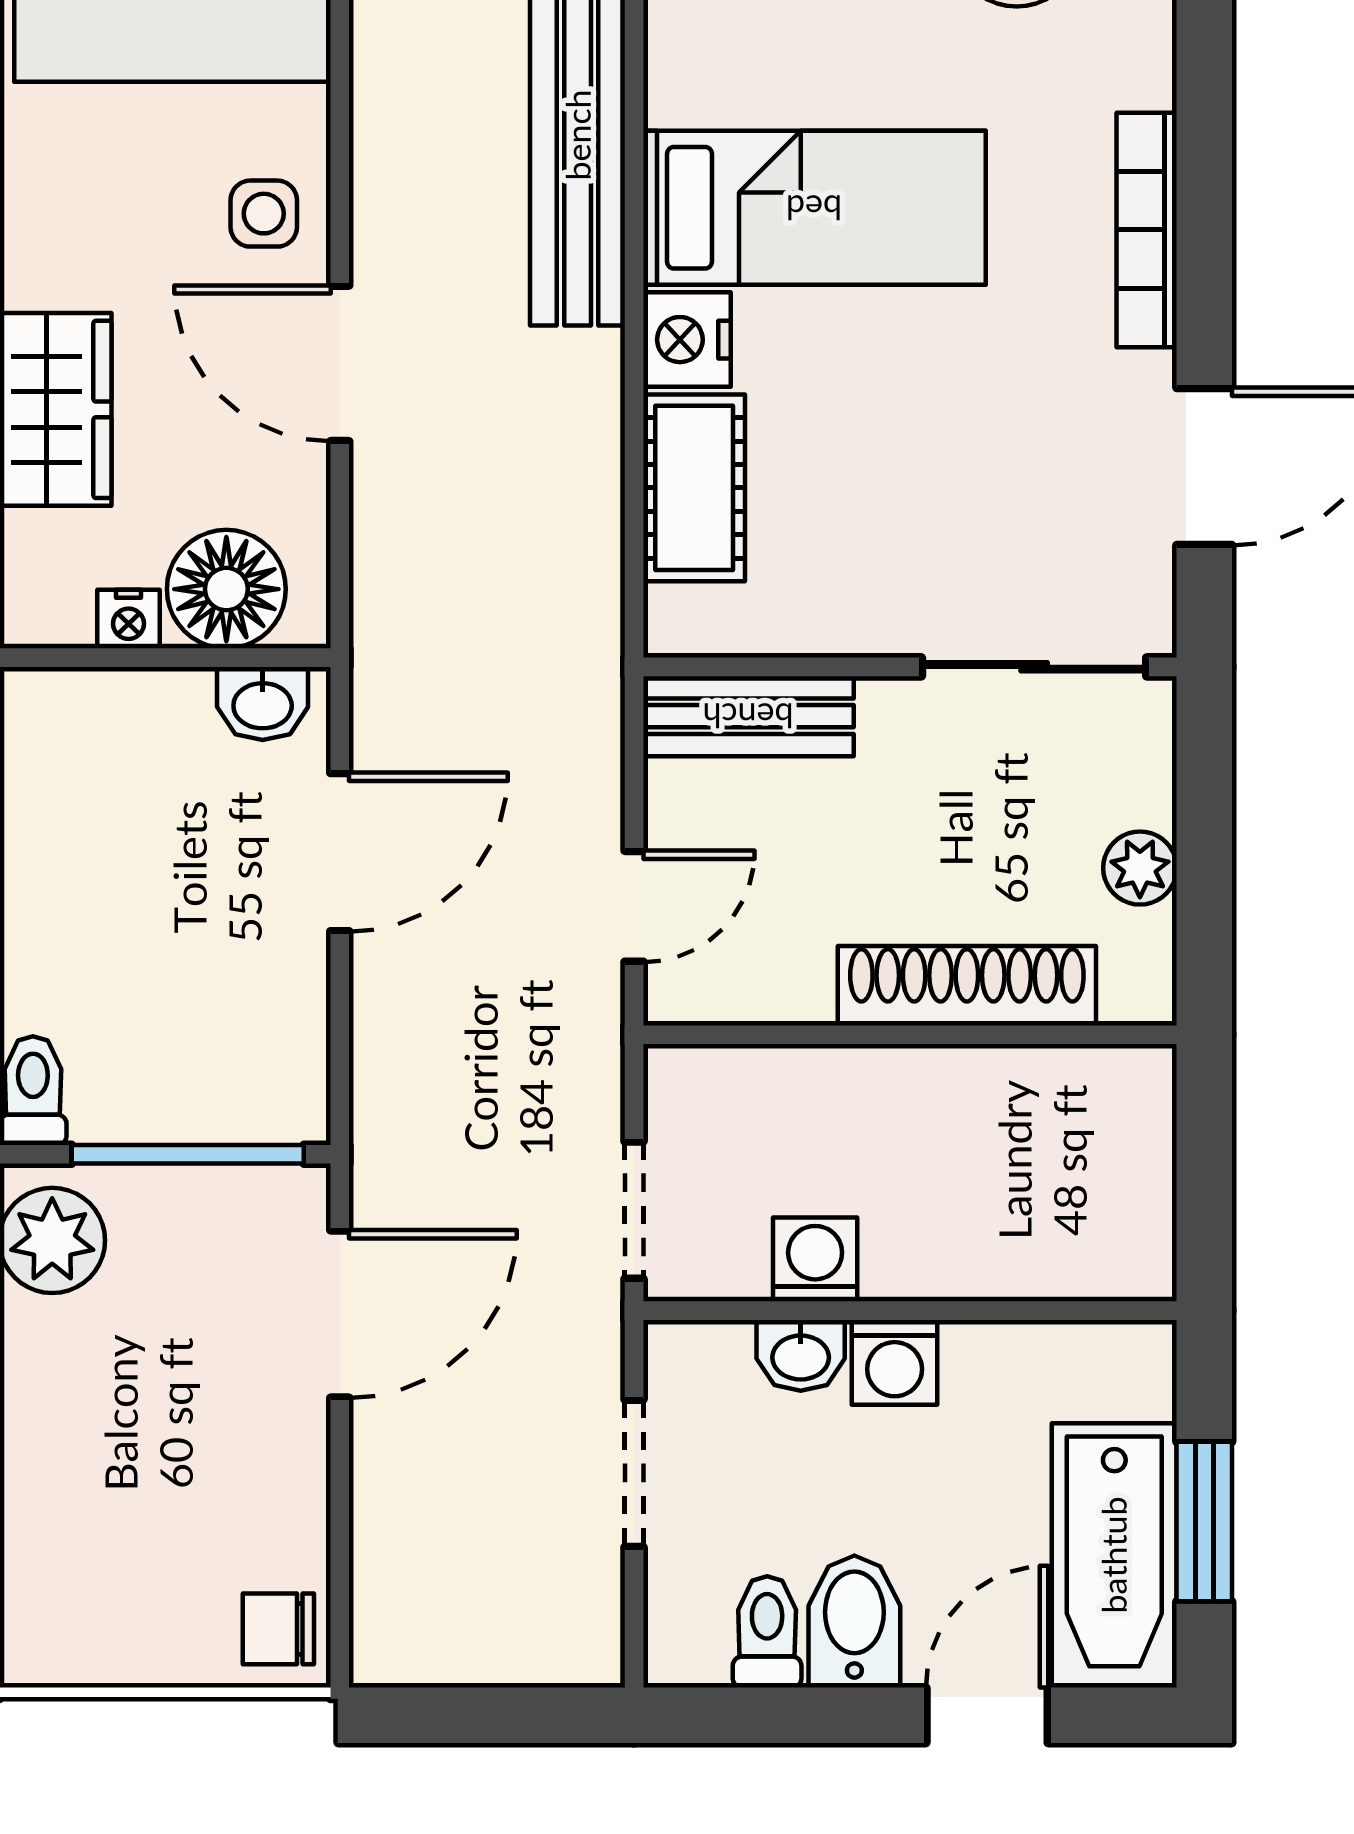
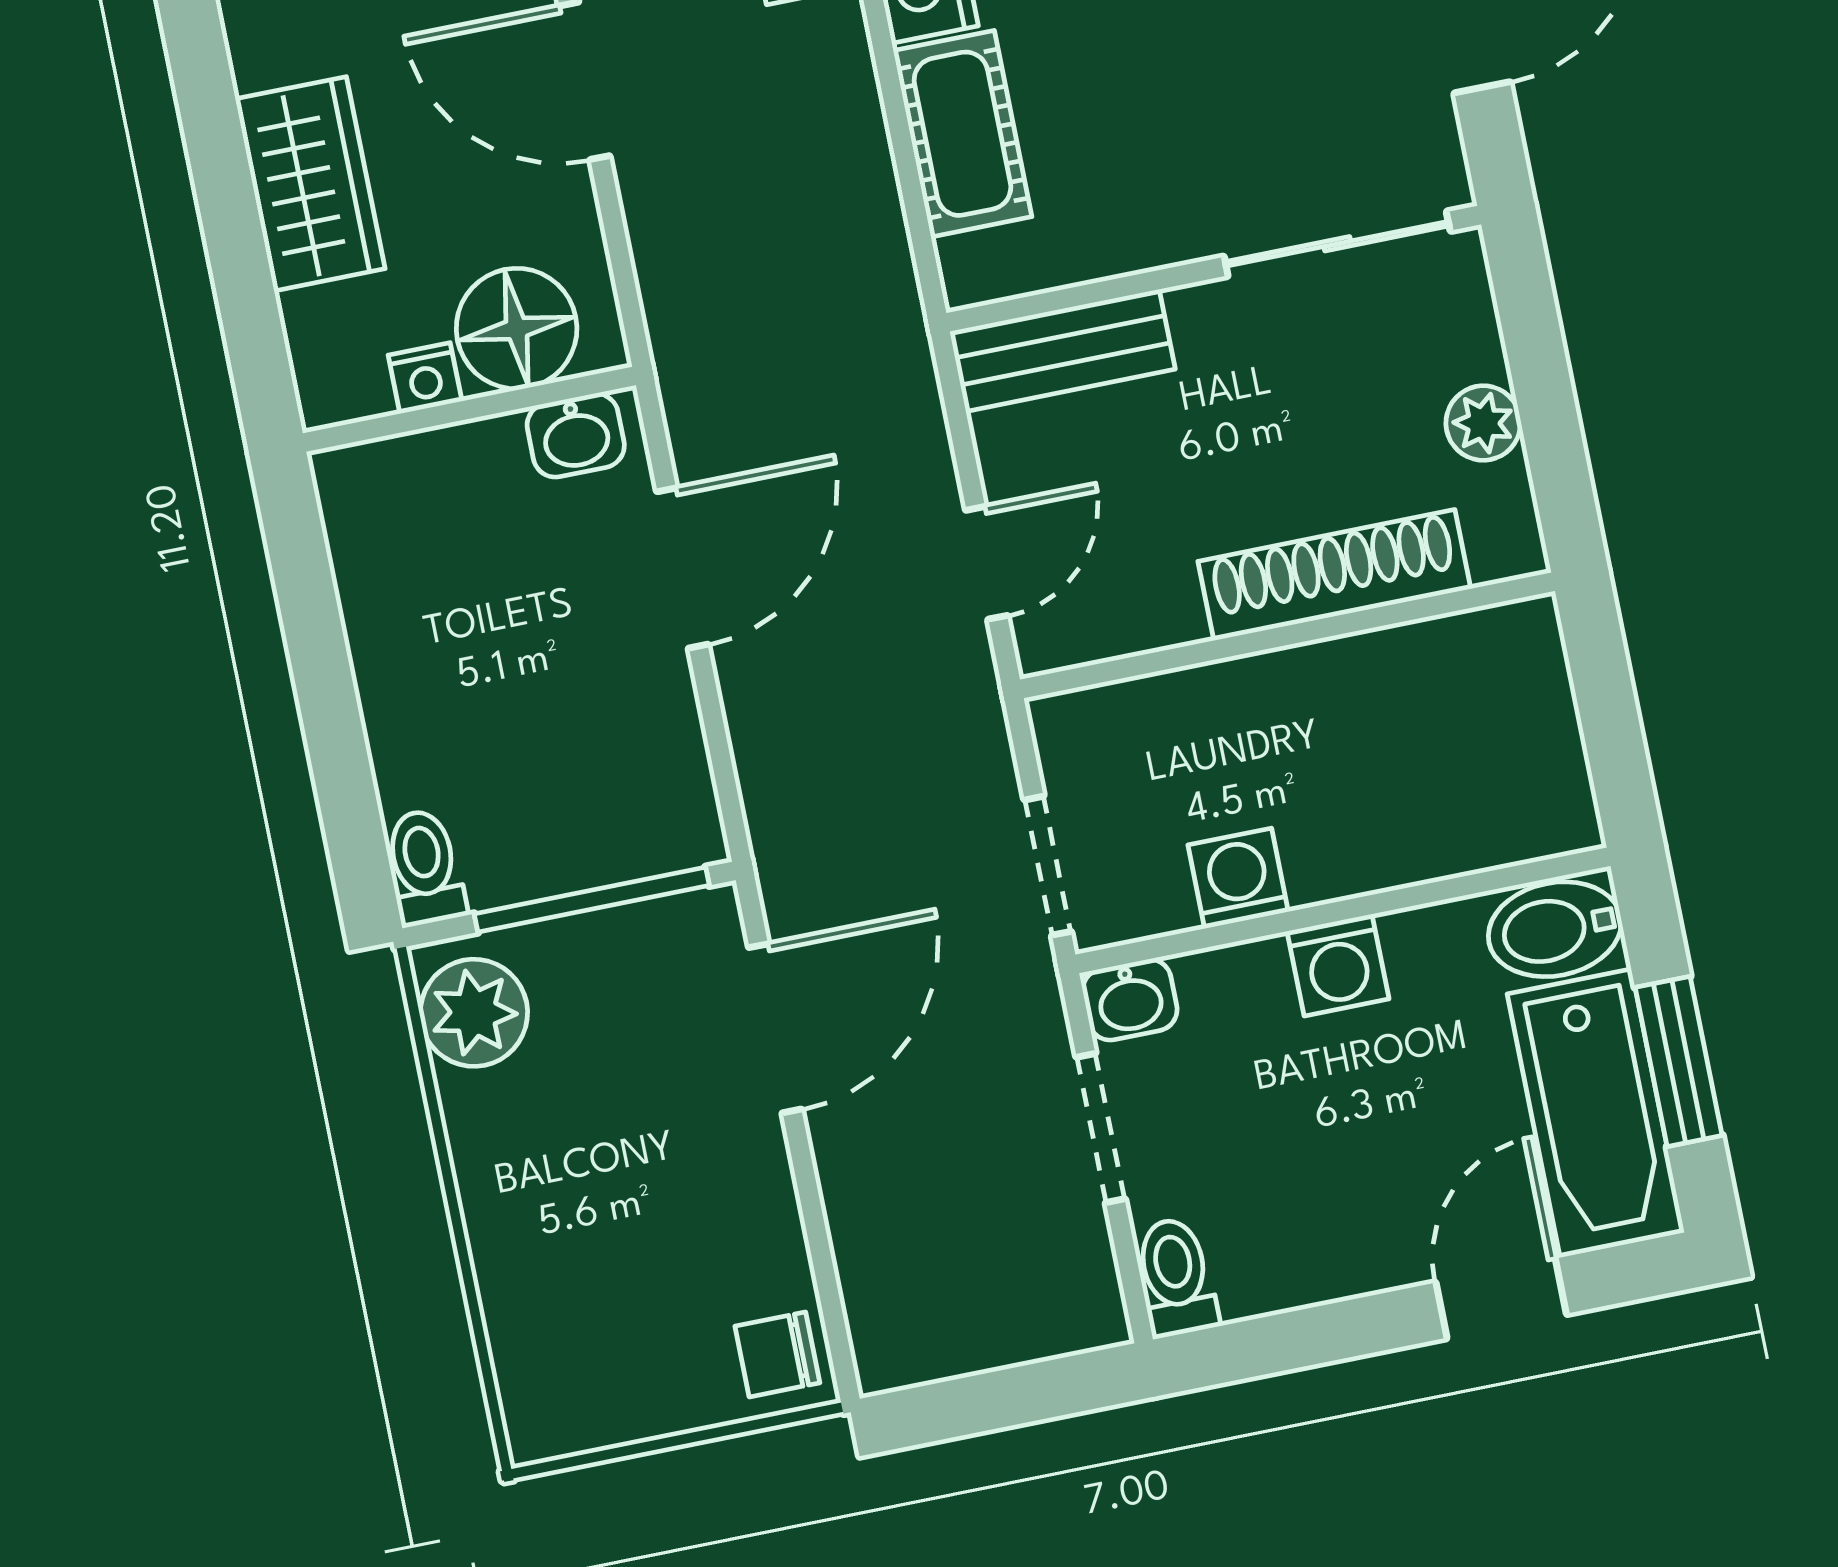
washbasin: (801, 1355) -> (1130, 1000), moved
bidet: (854, 1622) -> (1555, 929), moved, turned -90
toilet: (767, 1632) -> (1176, 1277), moved

